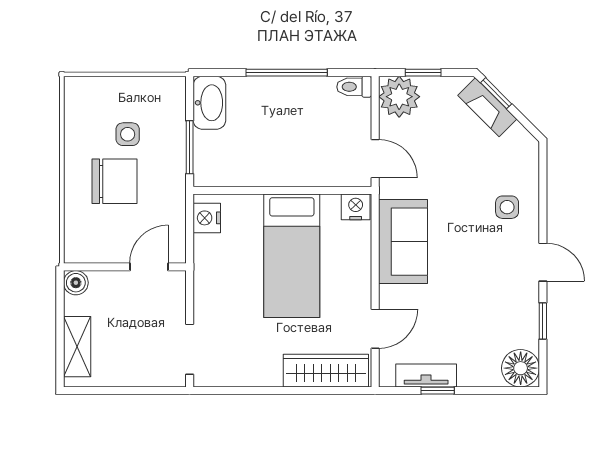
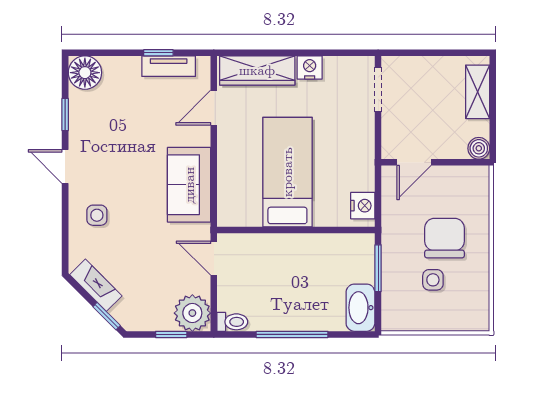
fireplace: (487, 107) -> (96, 285), moved
chair: (115, 181) -> (445, 238), turned 90
nightstand: (356, 207) -> (310, 67), moved, turned 180

